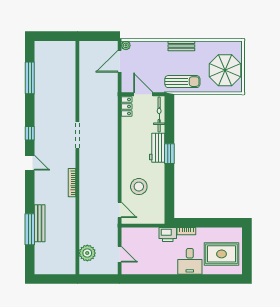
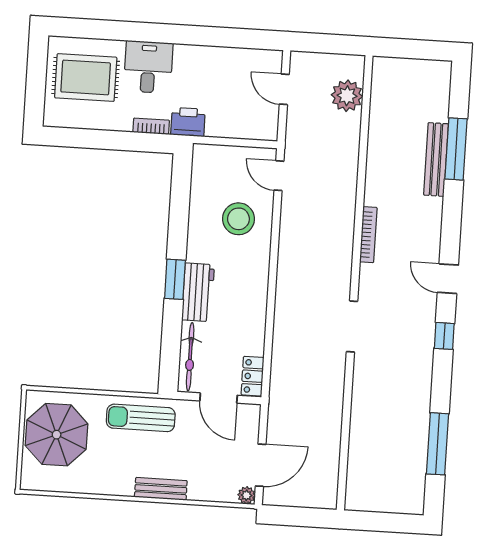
bench: (181, 46) -> (161, 489), moved

